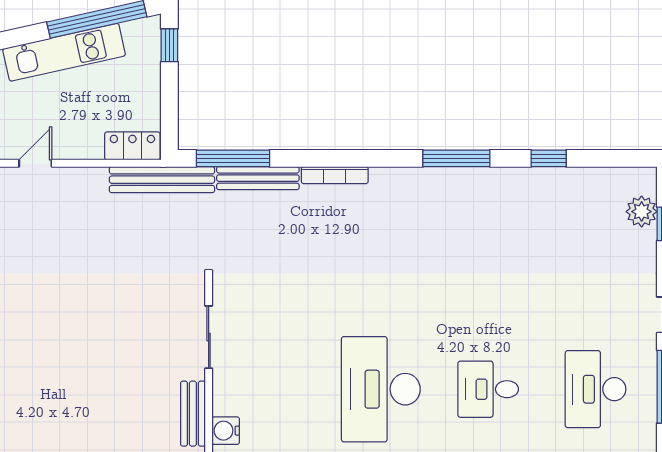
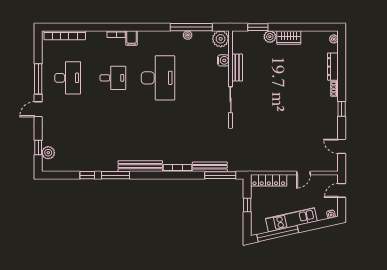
window: (169, 45) -> (247, 205), moved
locker: (132, 146) -> (269, 180), width x1.53
window: (456, 158) -> (115, 175), moved
bench: (162, 180) -> (140, 166), moved

